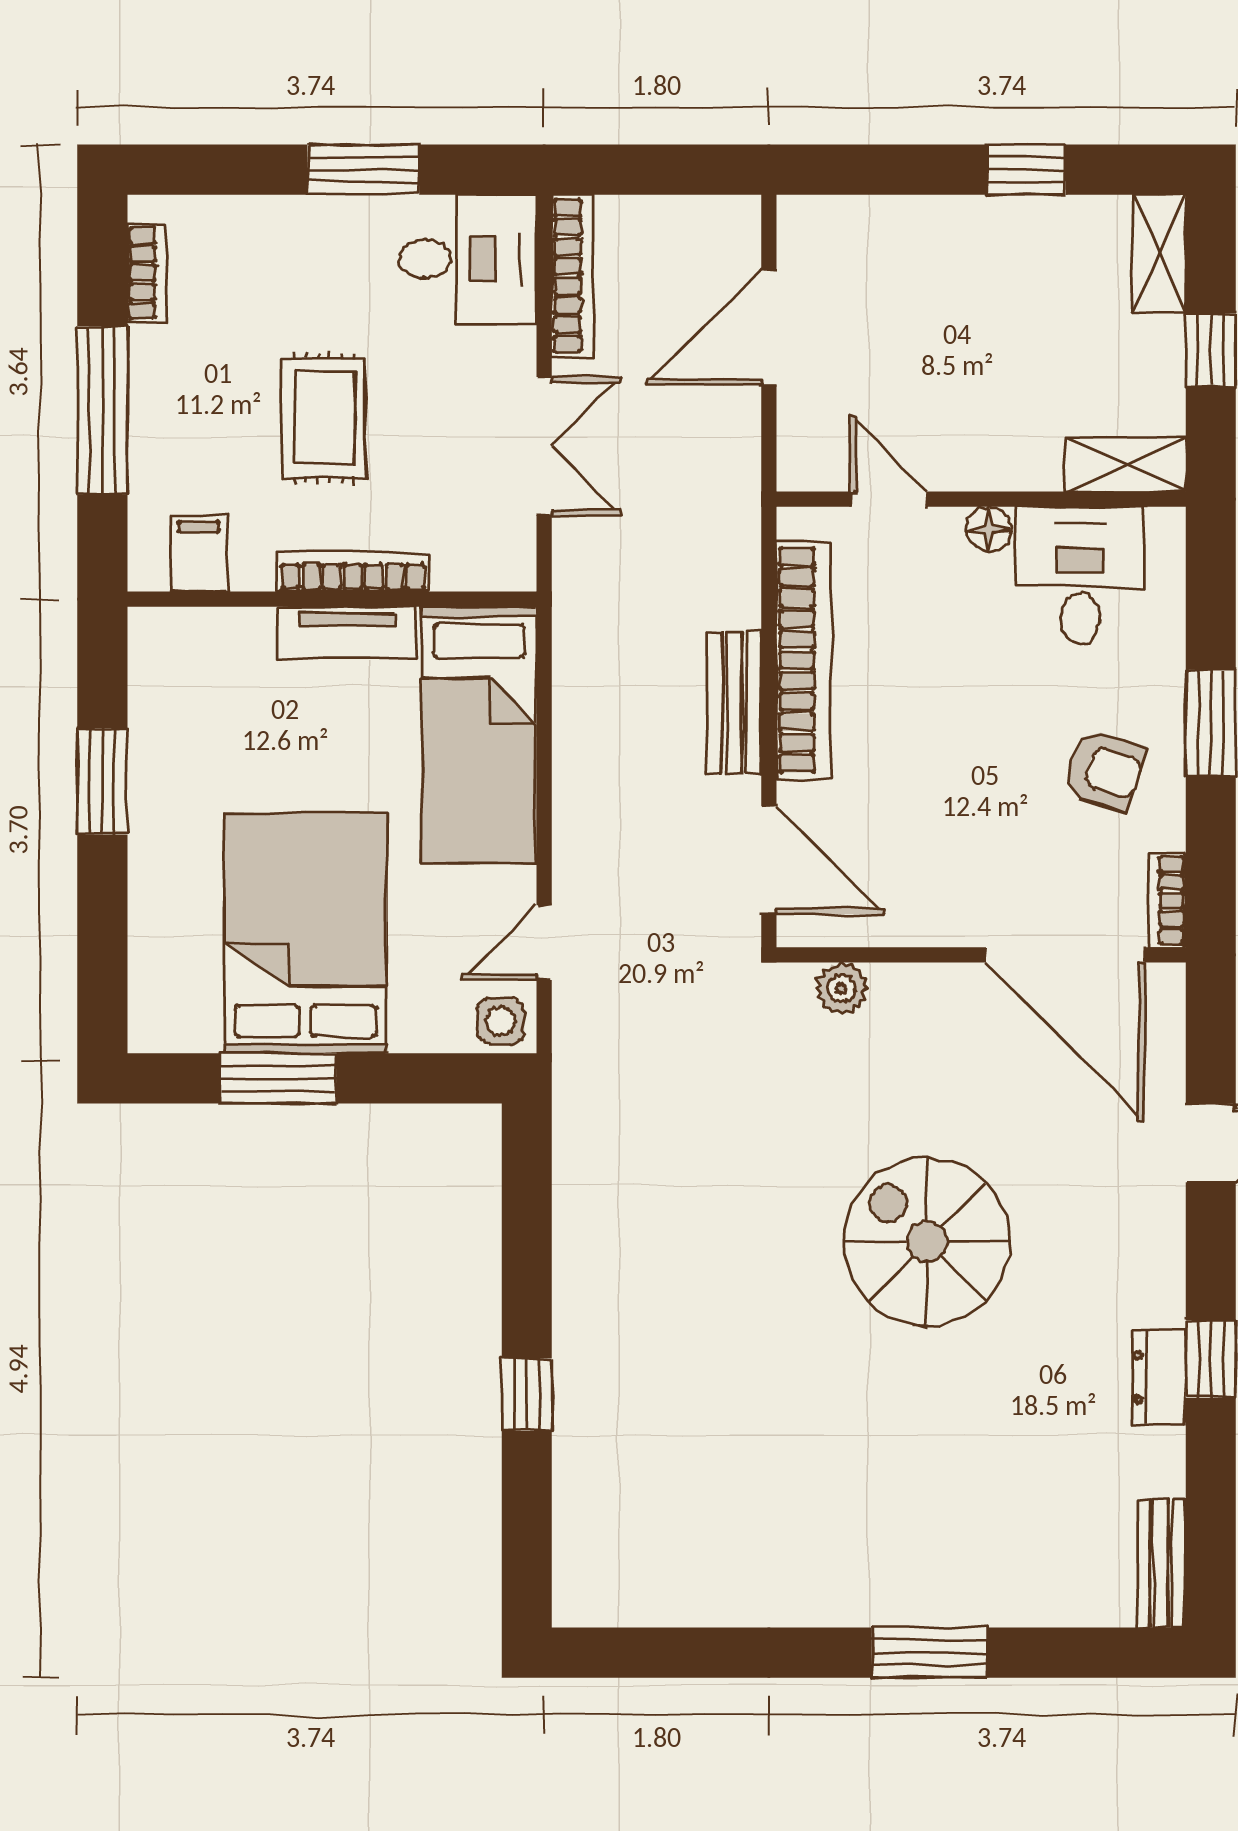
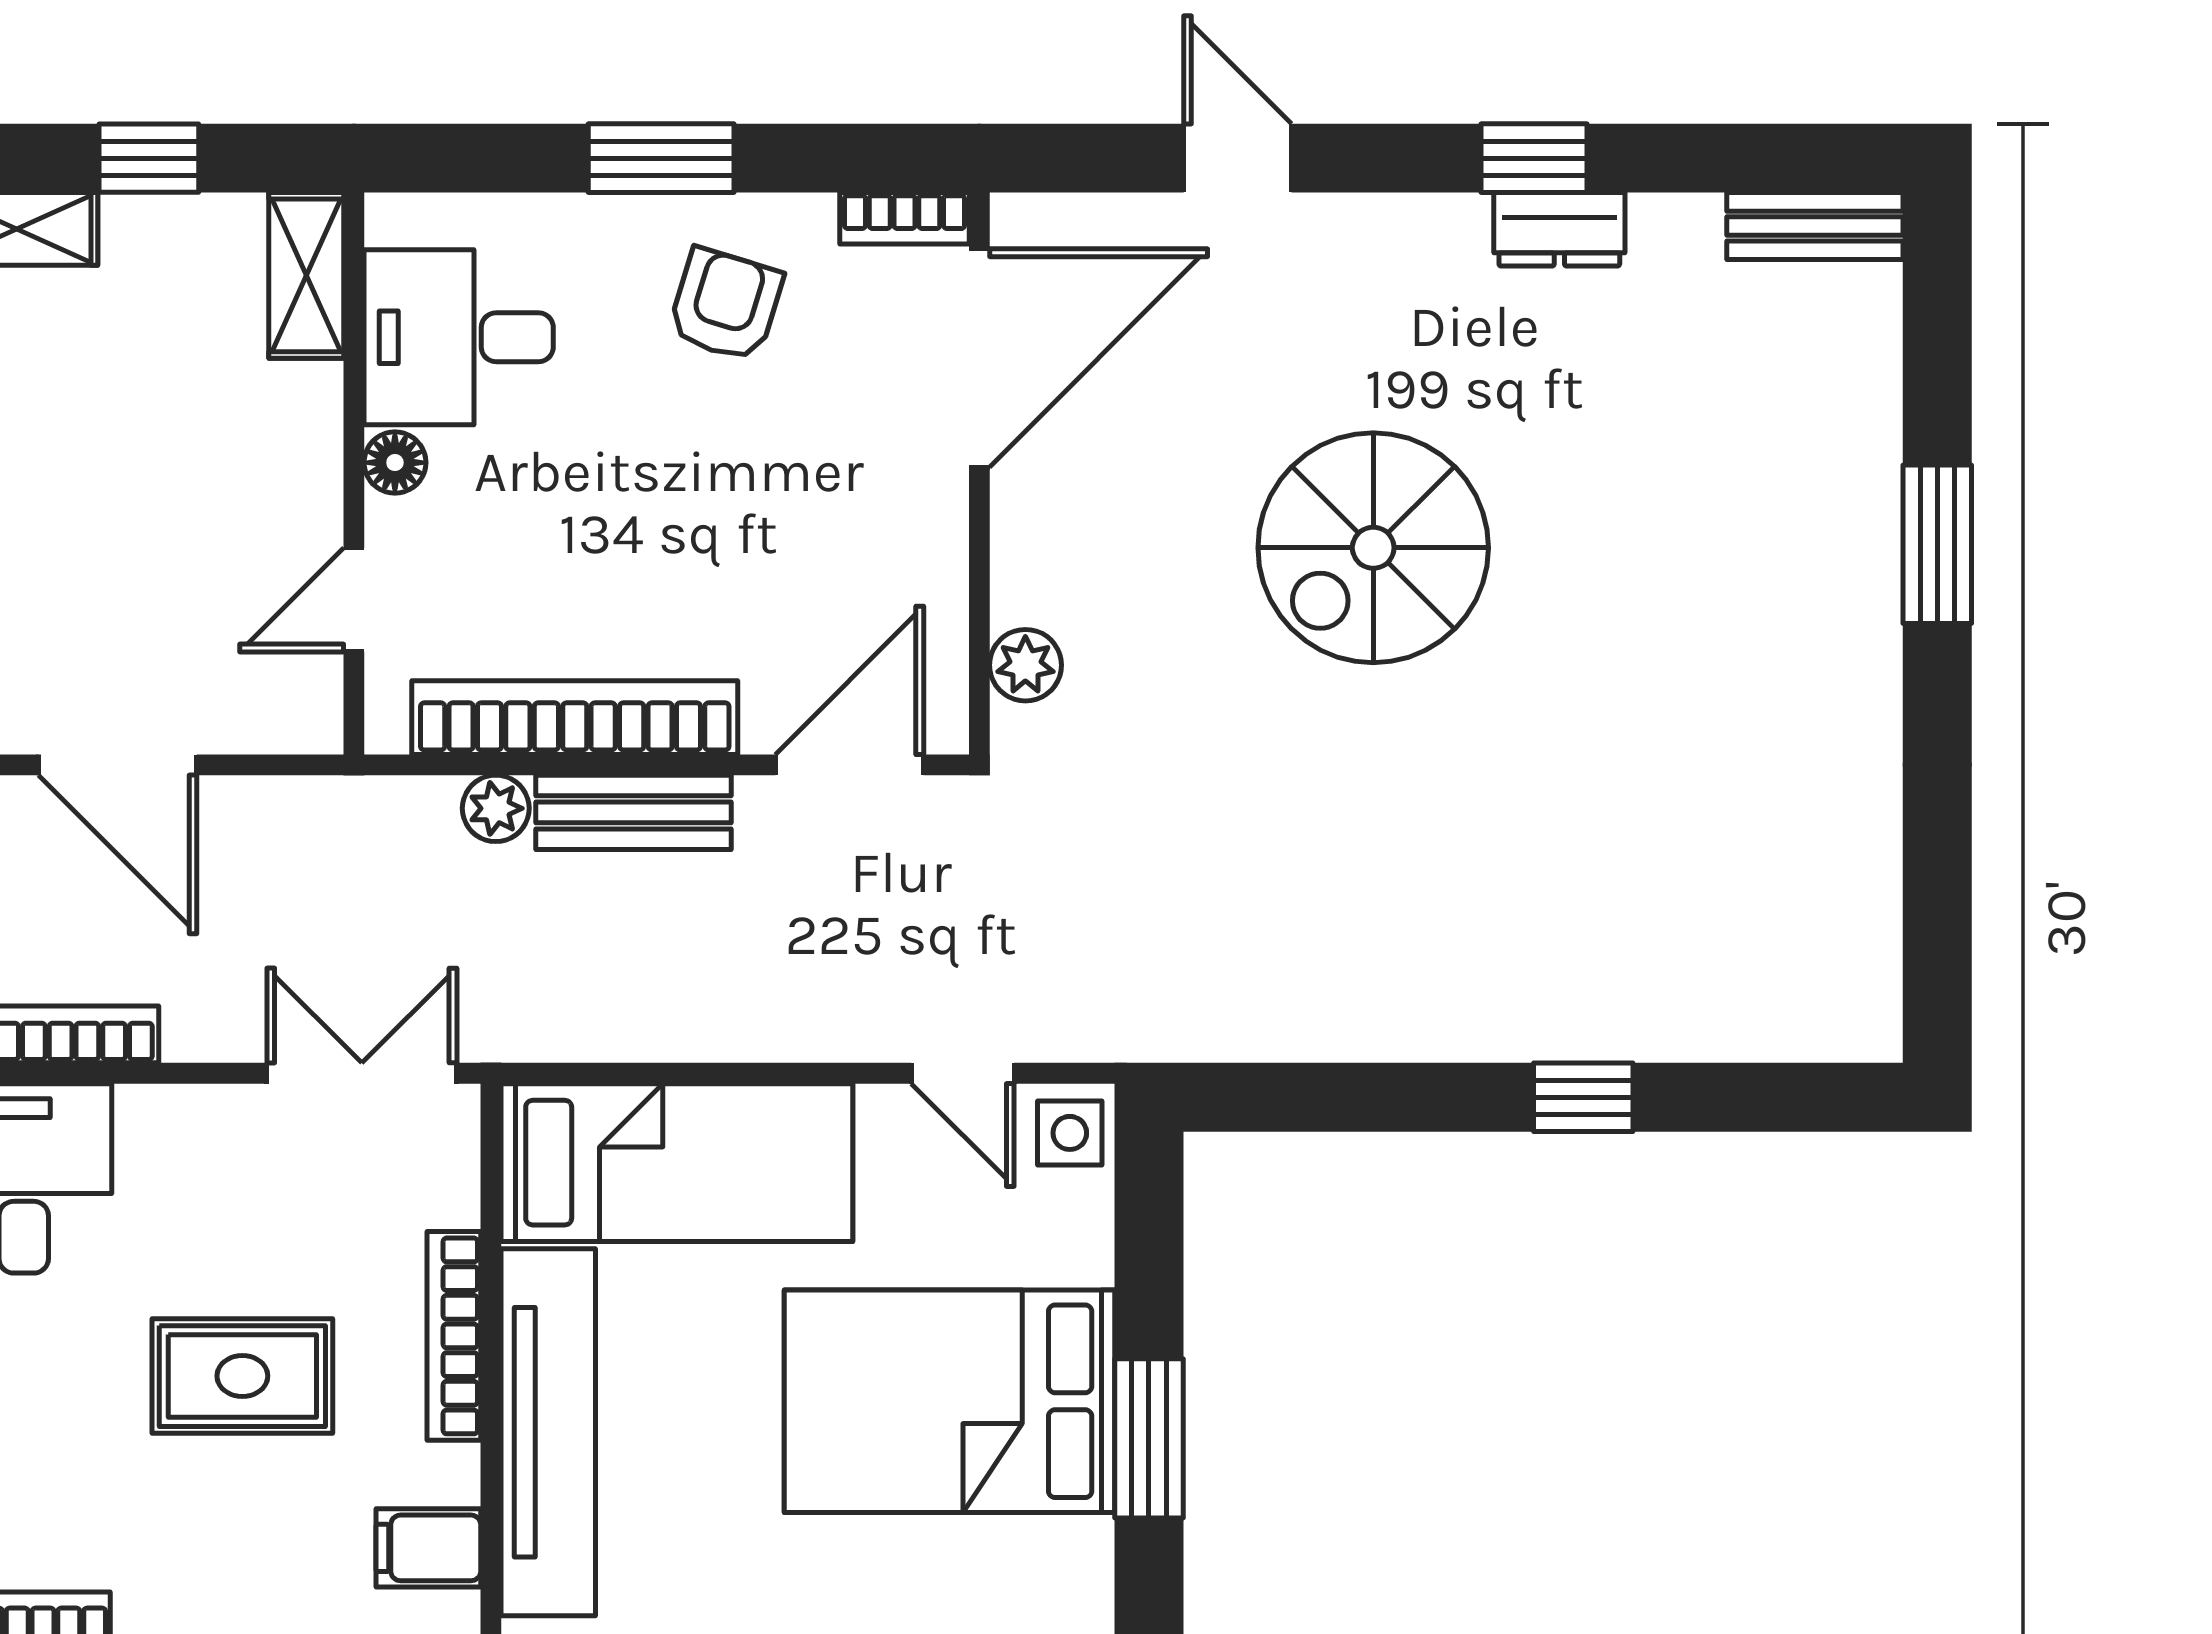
double door: (544, 446) -> (362, 1073), moved
plant: (737, 603) -> (496, 808), added
tv unit: (347, 633) -> (548, 1432), width x1.92, depth x1.29

